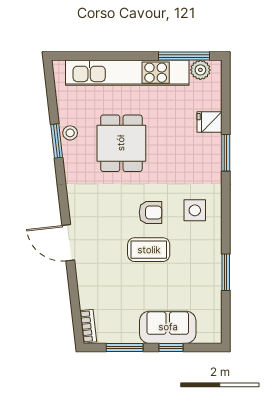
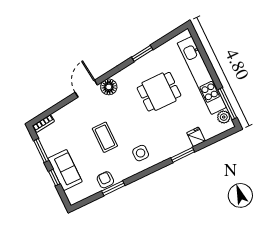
stool: (70, 133) -> (151, 59), removed
floor lamp: (81, 210) -> (109, 87), added
armchair: (150, 213) -> (105, 180), moved, turned 180

